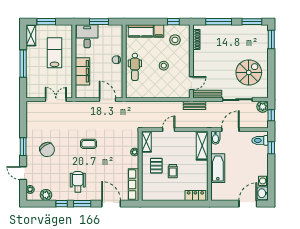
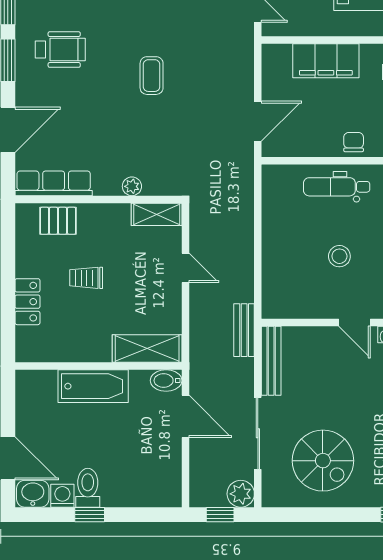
door: (191, 83) -> (355, 323), moved
toilet: (260, 140) -> (88, 488), moved
window: (271, 148) -> (90, 515), moved
pallet: (156, 166) -> (58, 221), moved
locker: (195, 195) -> (27, 302), moved

